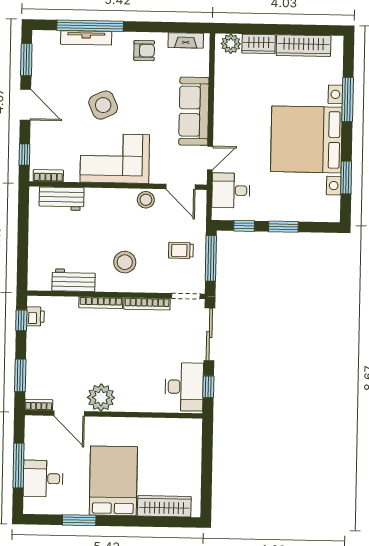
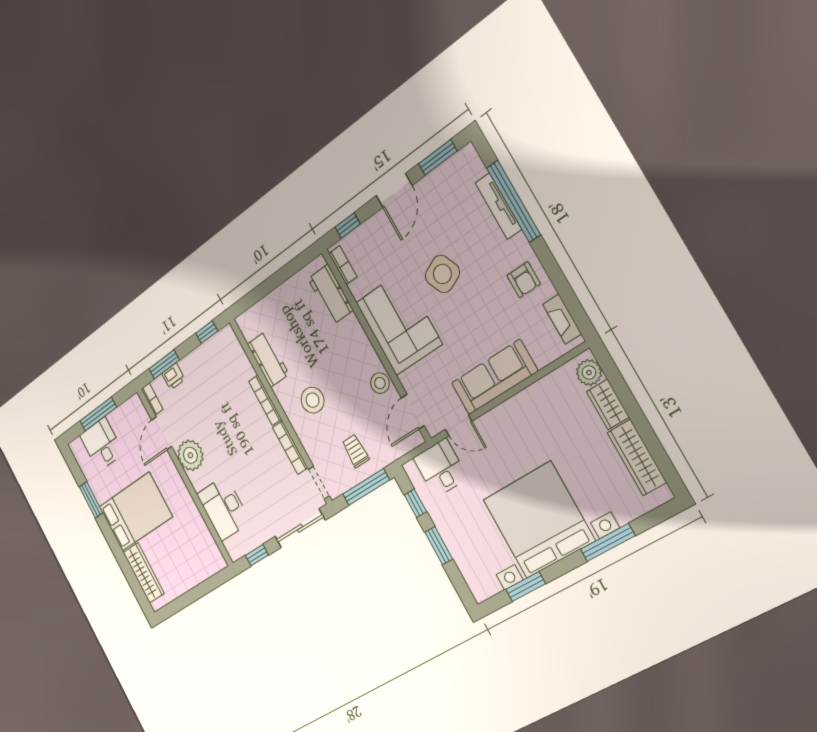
printer: (35, 316) -> (173, 376), moved
desk: (184, 387) -> (224, 508), moved, turned 90

